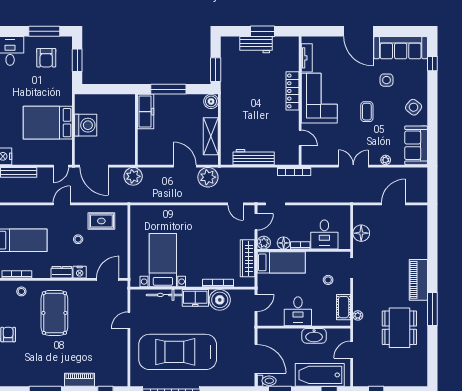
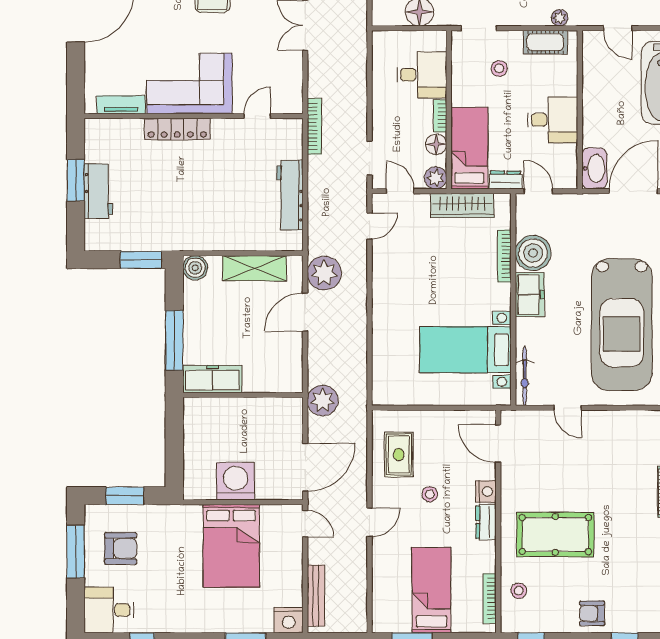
door: (62, 204) -> (369, 522), swing flipped
dresser: (263, 284) -> (506, 180), added
bicycle: (164, 295) -> (525, 376), moved
washbasin: (314, 336) -> (594, 168), moved

